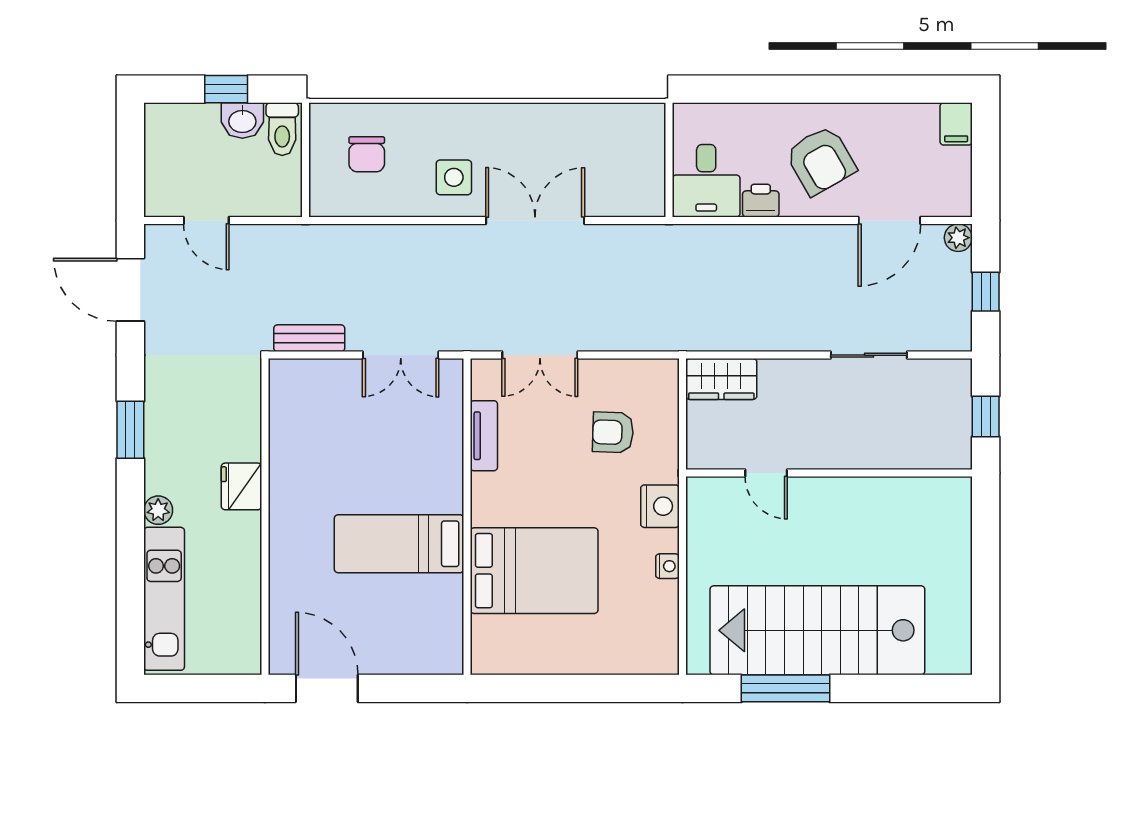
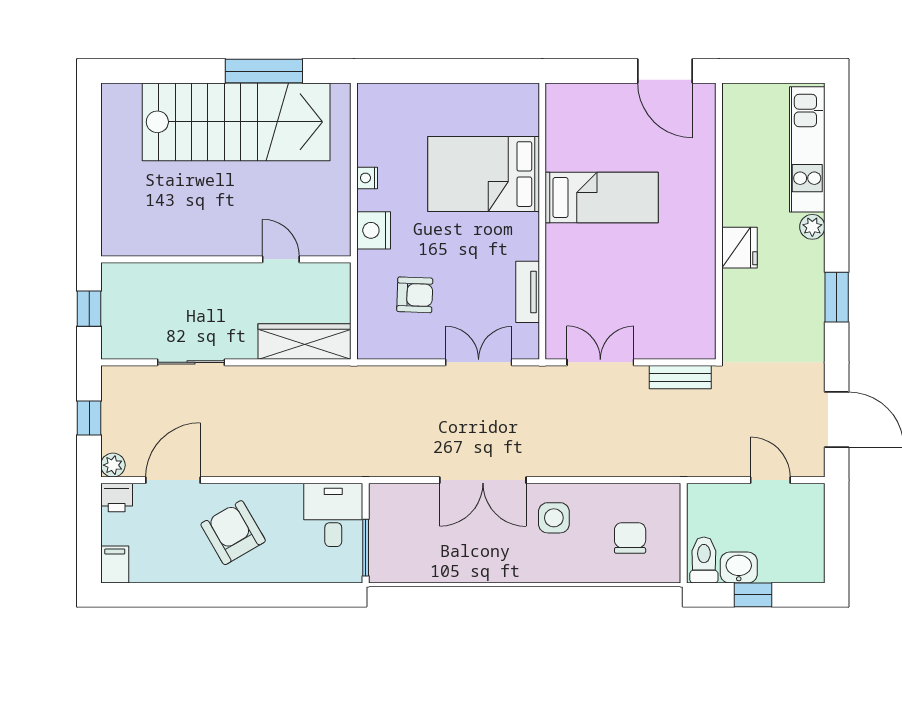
window: (669, 143) -> (366, 548), added
printer: (761, 201) -> (117, 497), moved
wardrobe: (721, 379) -> (305, 342), width x1.50

